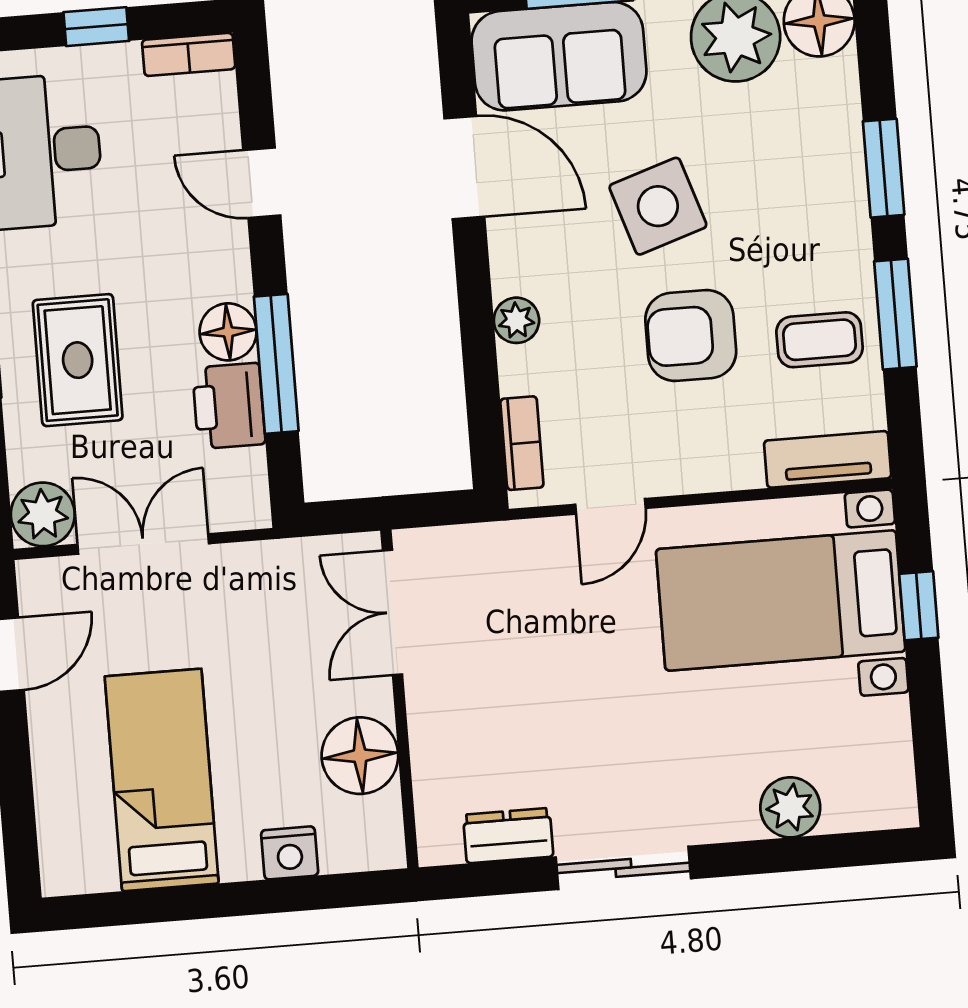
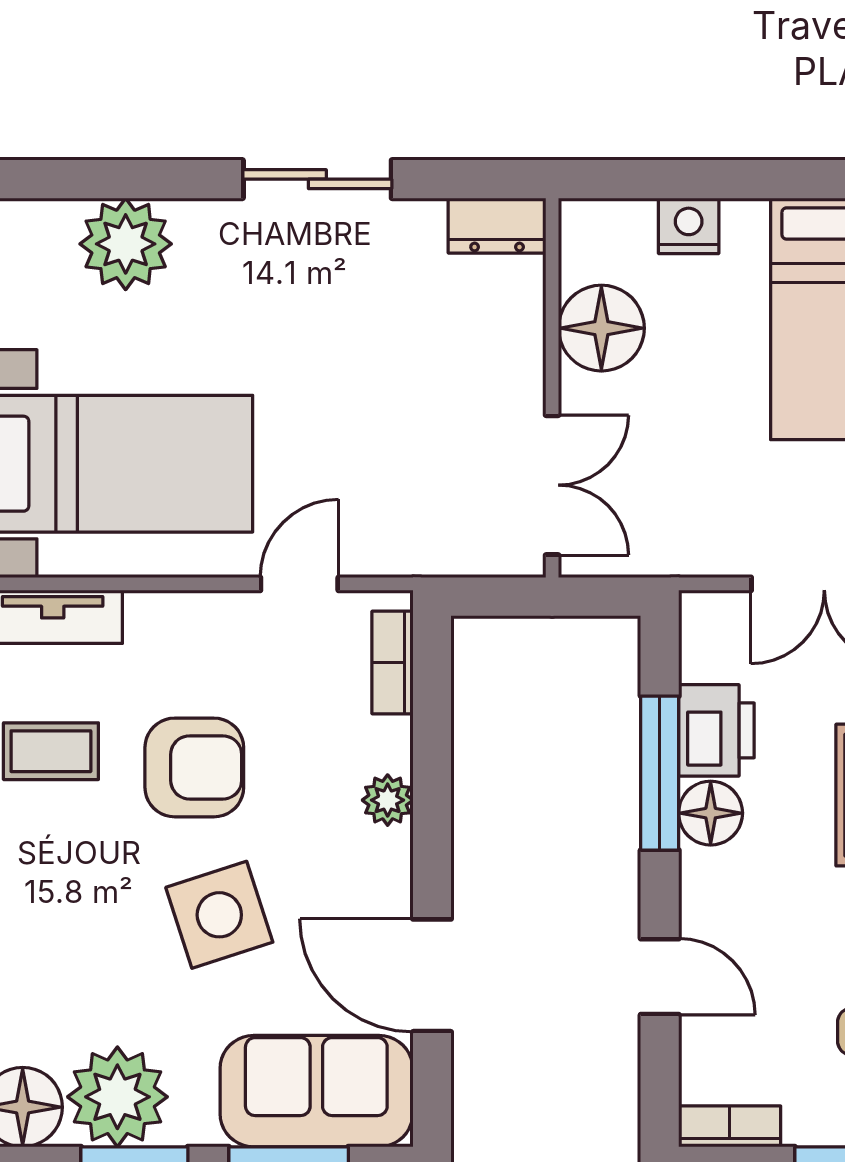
plant: (790, 807) -> (126, 244), width x1.36, depth x1.36
dresser: (508, 836) -> (497, 226), moved

